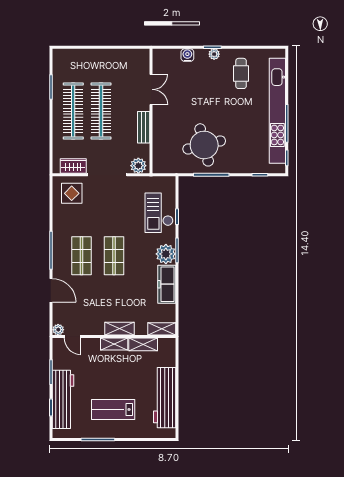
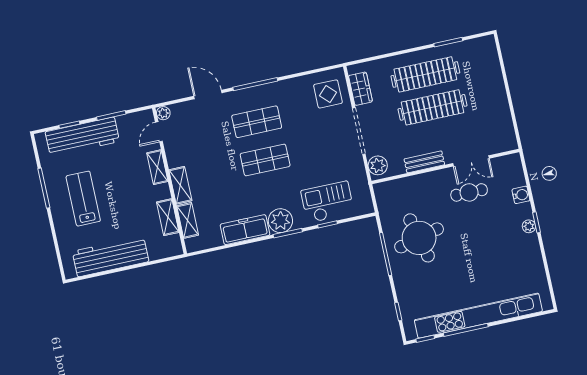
cafe table: (241, 73) -> (469, 192), moved
door: (51, 290) -> (208, 94), swing flipped
shelving: (162, 329) -> (188, 220), moved
shelving: (114, 344) -> (157, 167), moved

